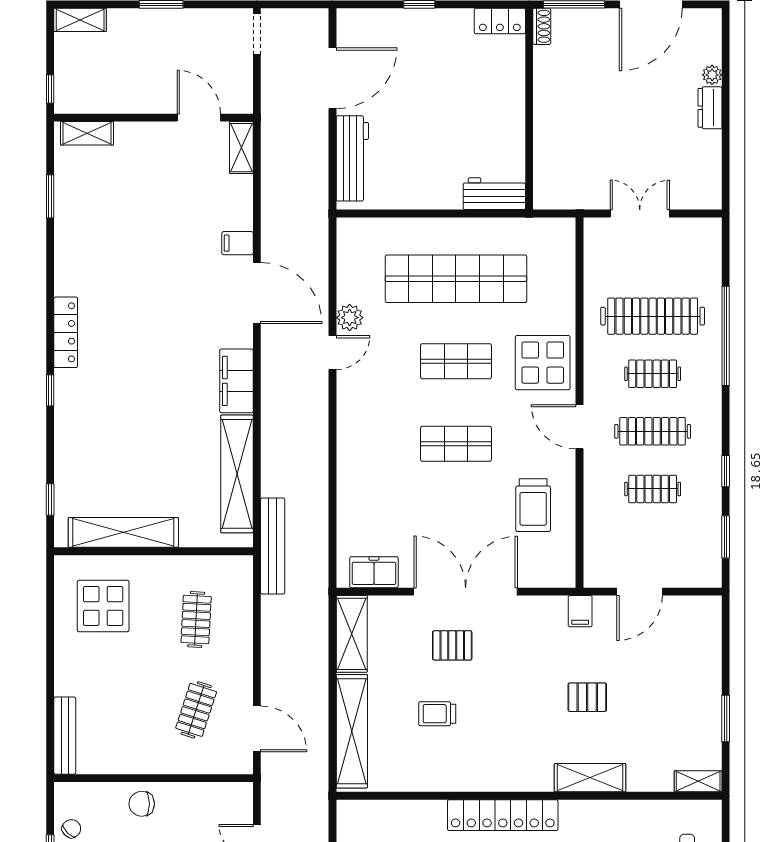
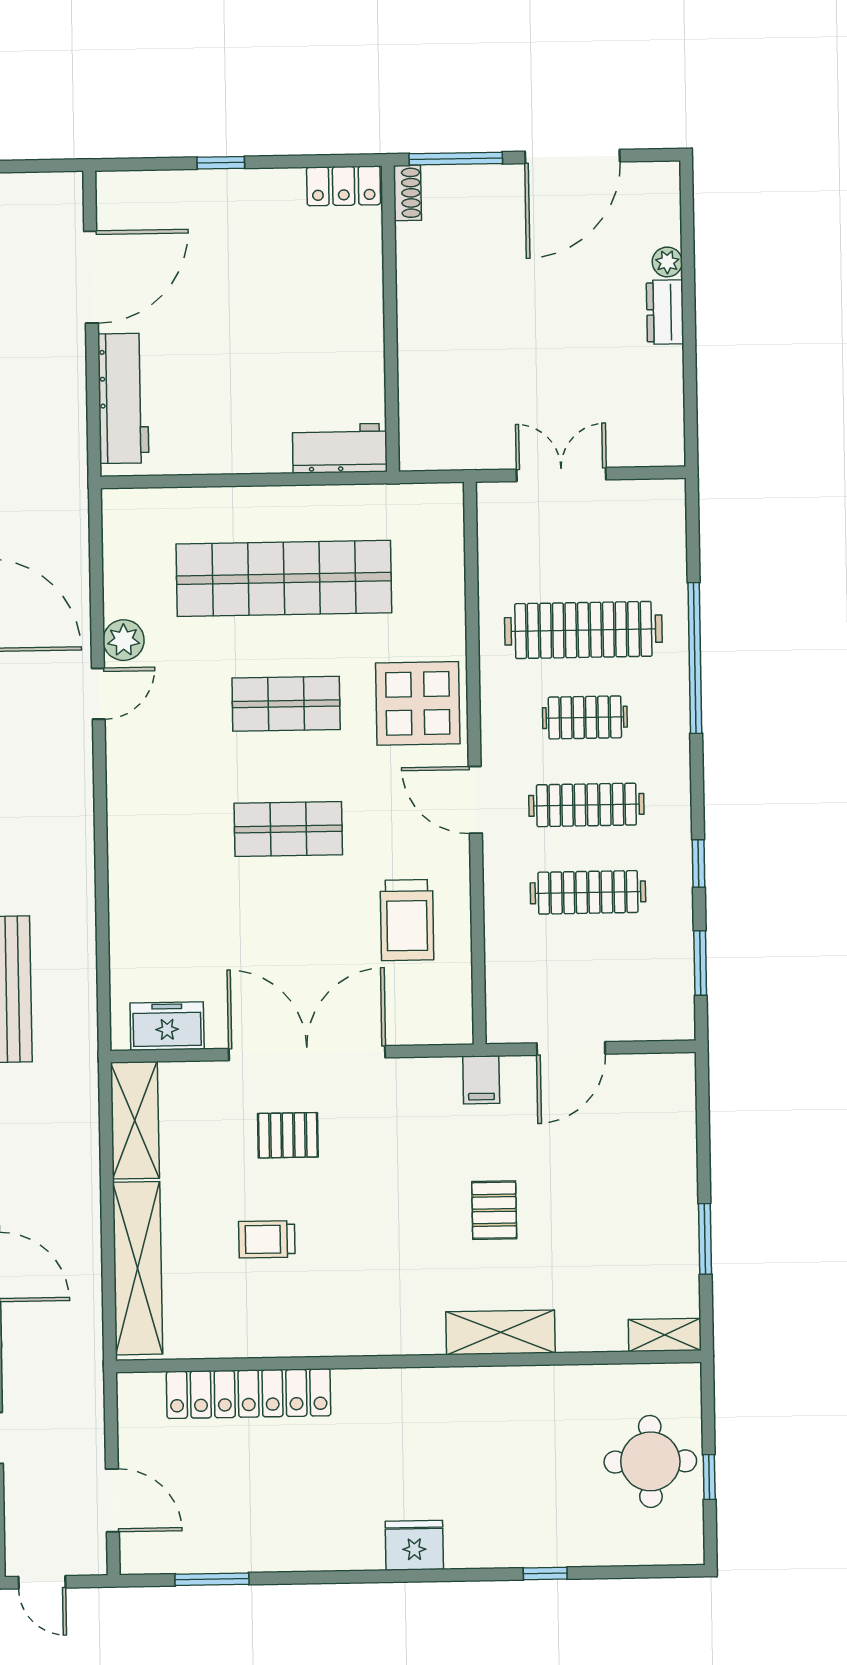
clothes rail: (653, 489) -> (588, 892), width x1.36
pallet: (587, 697) -> (494, 1210), turned 90
locker: (503, 815) -> (249, 1394), moved

